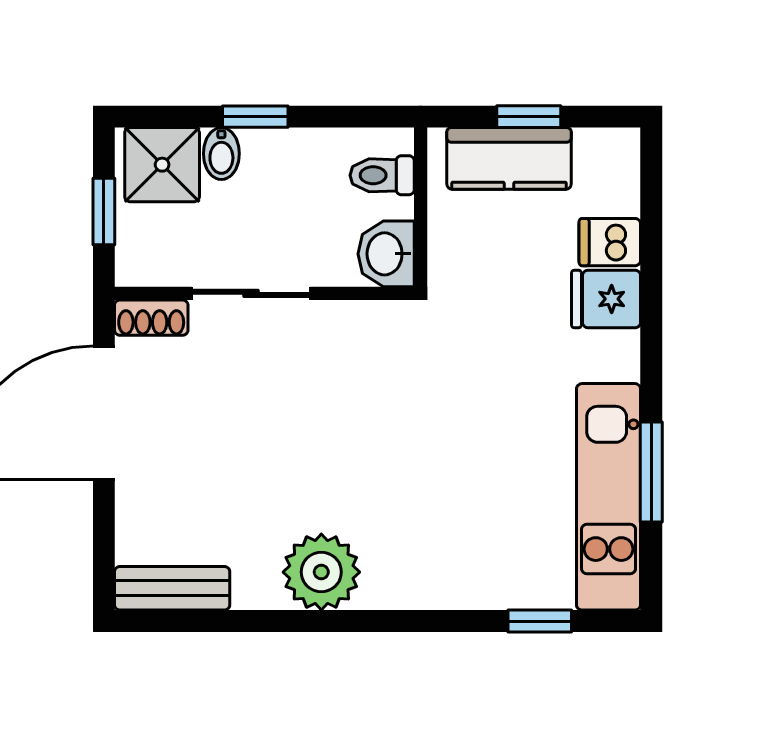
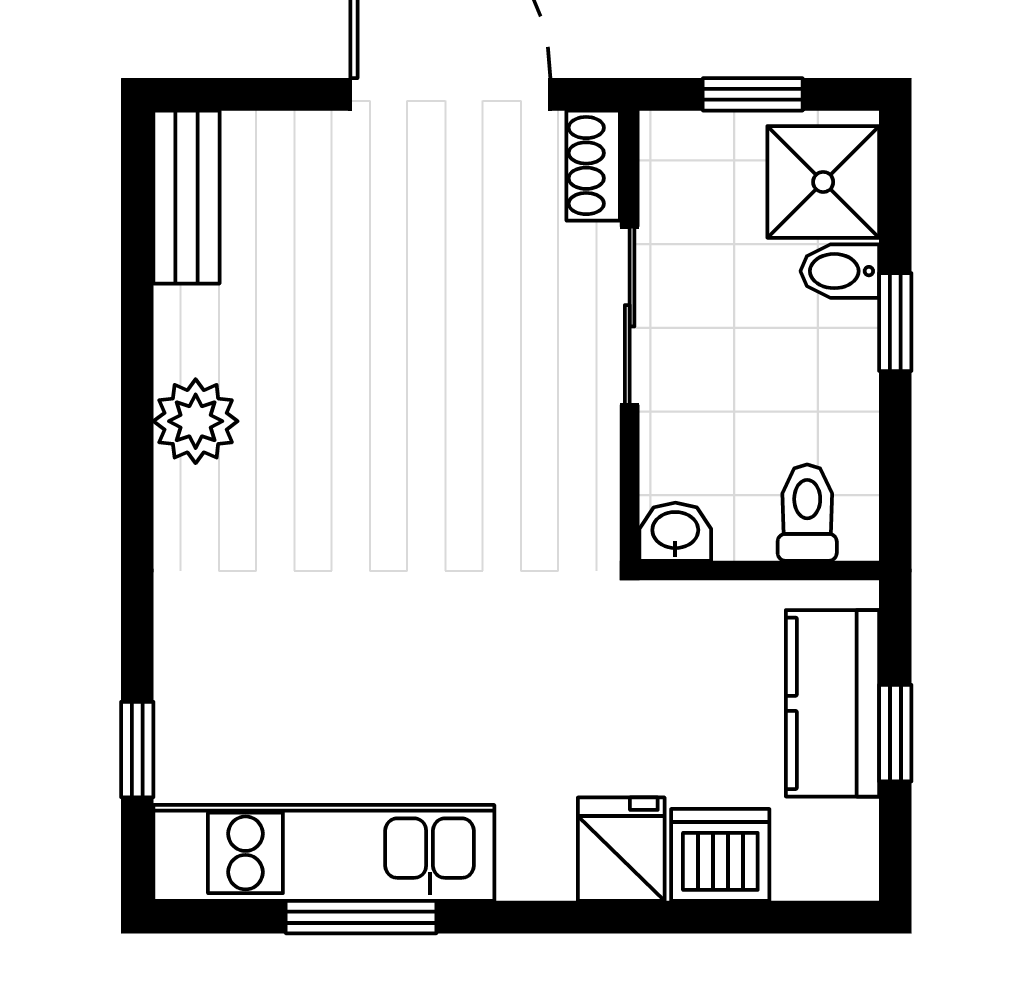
dishwasher: (610, 242) -> (720, 855), width x1.38
washbasin: (386, 254) -> (675, 532), width x0.72, depth x0.69
plant: (321, 572) -> (196, 421), width x0.73, depth x0.73

